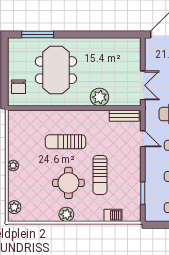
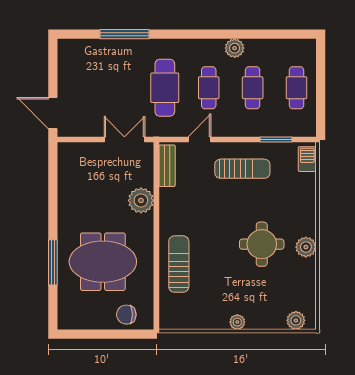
window: (38, 35) -> (53, 262), moved
chair: (18, 87) -> (126, 315), turned 180
sun lounger: (65, 142) -> (179, 264), moved, turned 180
sun lounger: (100, 175) -> (242, 169), moved
barbecue: (113, 215) -> (307, 159), moved

